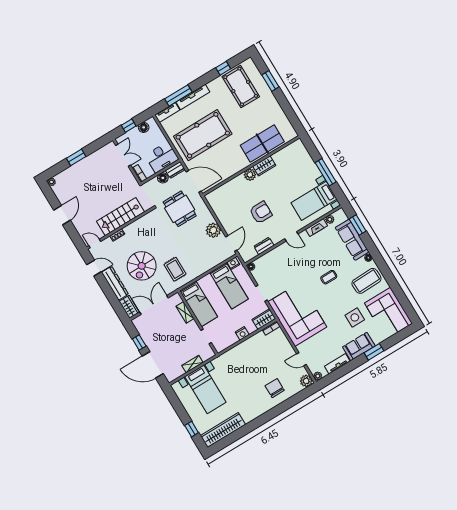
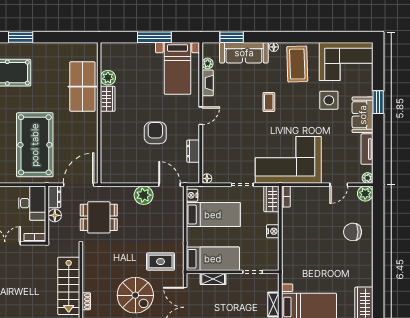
plant: (250, 175) -> (108, 78), moved

